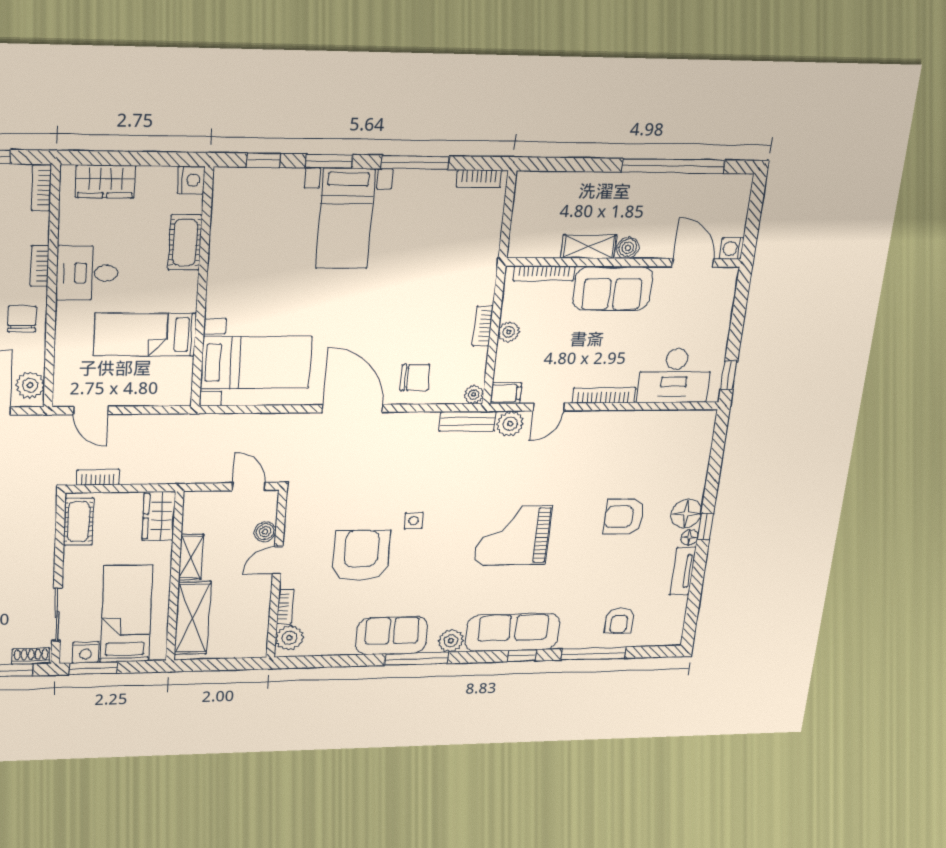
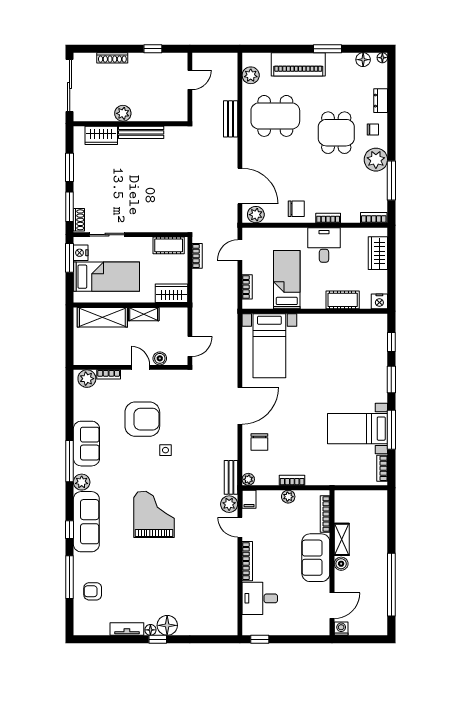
bed with nightstands: (345, 219) -> (358, 429), moved
desk: (675, 376) -> (260, 598), width x0.73
bookcase: (154, 398) -> (247, 287), added
armchair: (624, 517) -> (166, 585), removed

